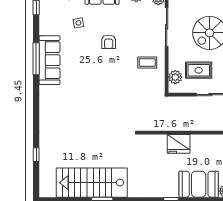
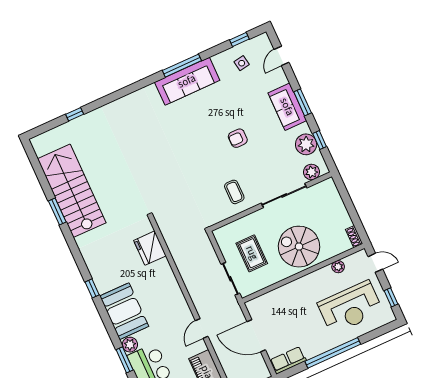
side table: (78, 23) -> (242, 63), moved
plant: (175, 77) -> (232, 231), removed
fridge: (179, 144) -> (150, 248), moved

